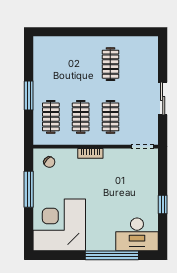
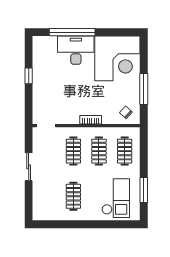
checkout: (61, 62) -> (116, 198), added
window: (29, 96) -> (144, 190), moved
desk: (137, 234) -> (76, 50), moved

